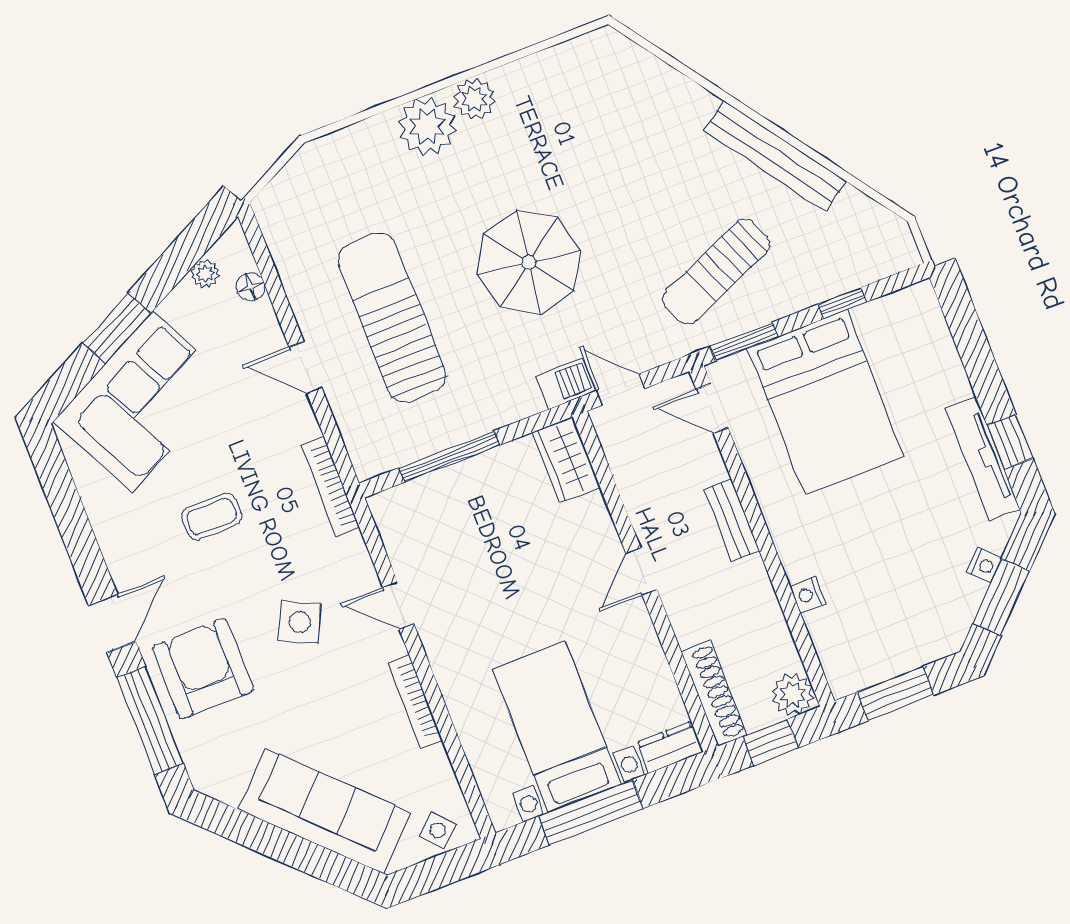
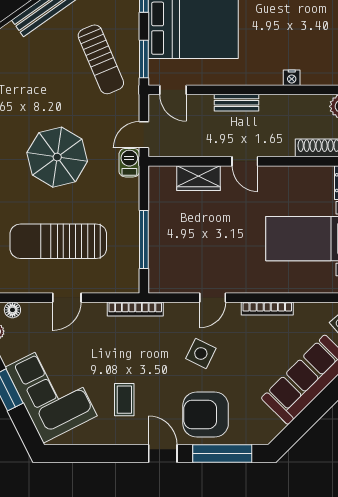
door: (712, 409) -> (173, 90), hinge flipped
wardrobe: (566, 460) -> (199, 178), moved
coffee table: (212, 517) -> (124, 400), moved

